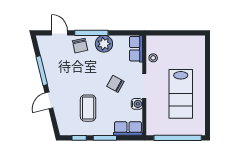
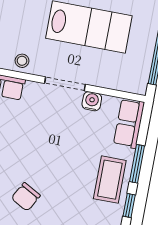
chair: (115, 84) -> (26, 197), moved
coffee table: (88, 108) -> (110, 180), moved, turned 90

